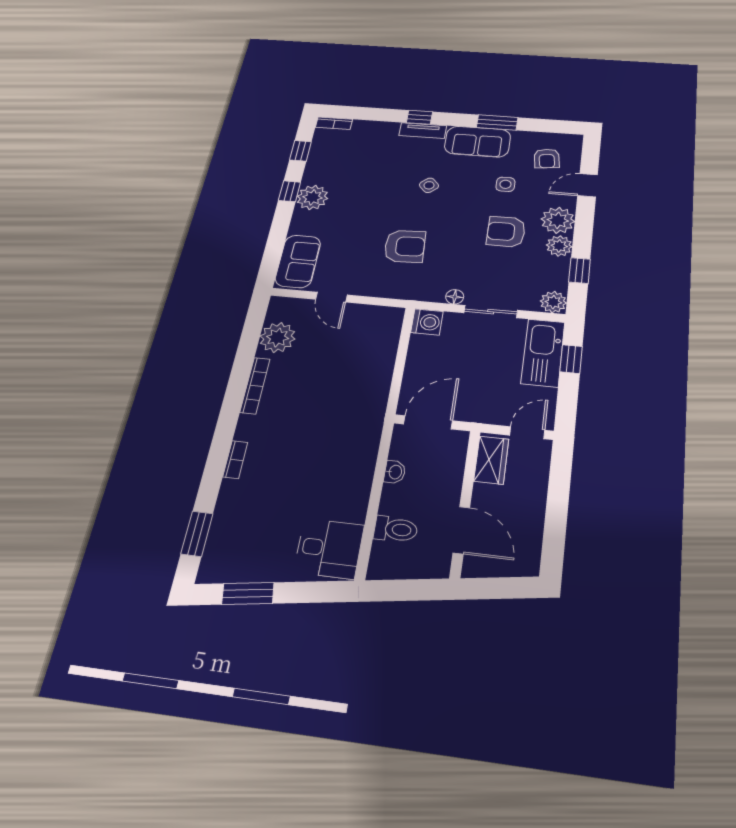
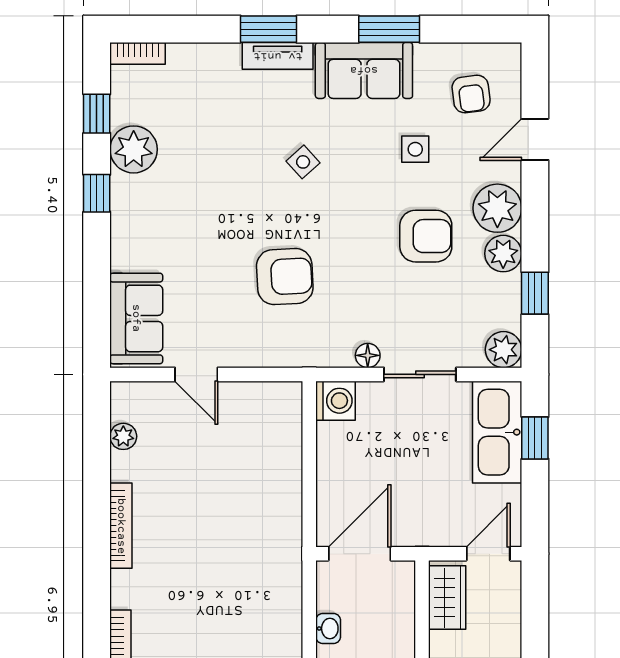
window: (419, 117) -> (268, 29), width x1.50
plant: (312, 197) -> (134, 149), moved
armchair: (506, 232) -> (426, 236), turned 180
plant: (278, 338) -> (123, 436), width x0.53, depth x0.53

